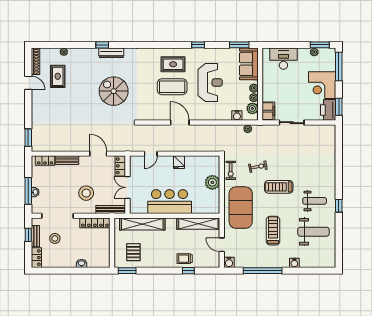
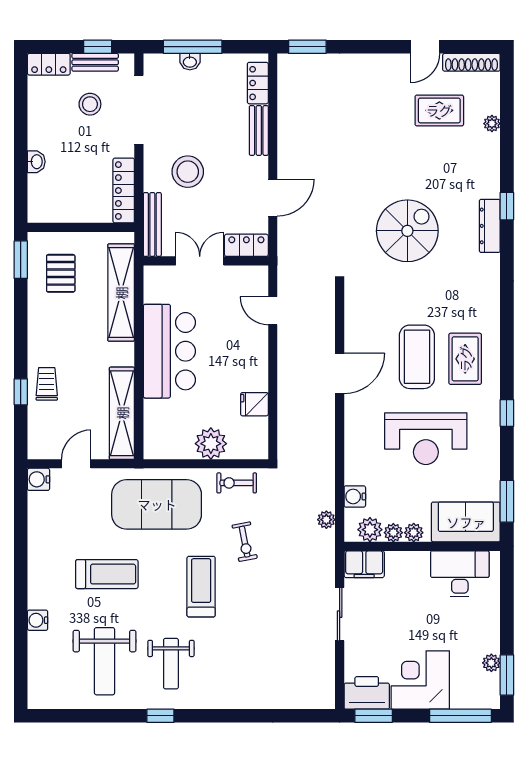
desk: (283, 59) -> (460, 574), moved, turned -90
fridge: (179, 162) -> (254, 404), moved
pallet: (133, 252) -> (61, 273), turned 90
window: (263, 271) -> (21, 552), removed

